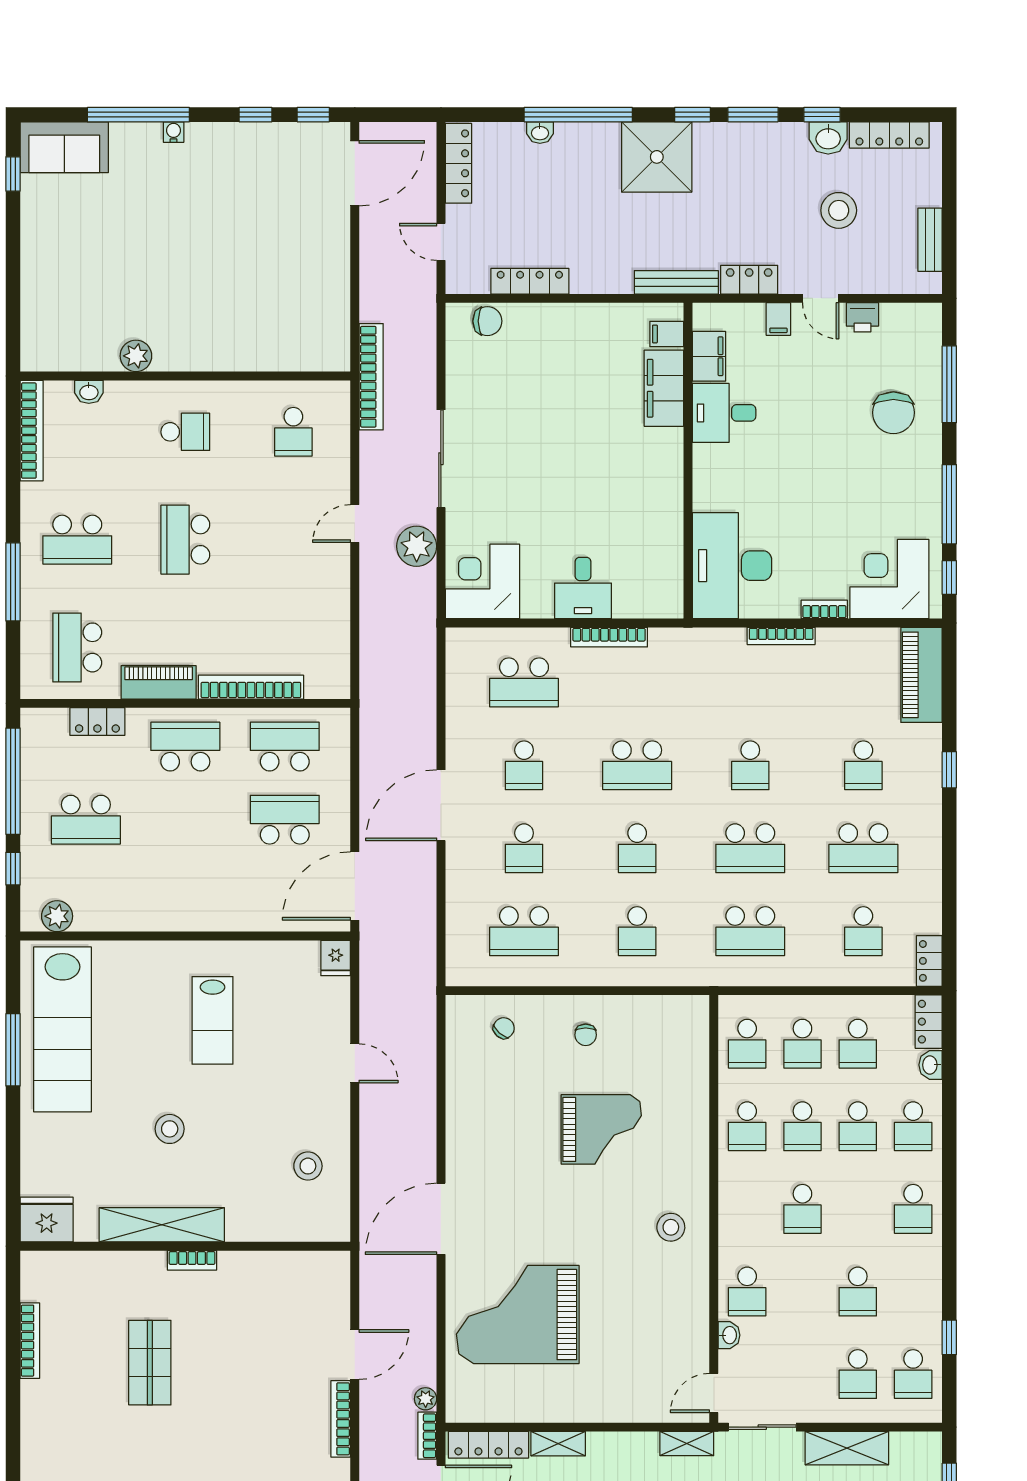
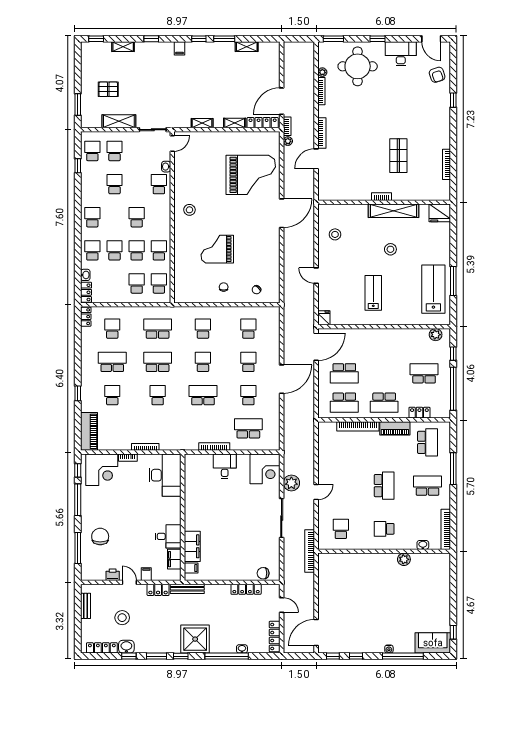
school desk: (524, 931) -> (248, 329), width x0.54
lab bench: (62, 1029) -> (433, 289), width x0.73
school desk: (858, 1044) -> (114, 283), removed
shelving: (687, 1444) -> (202, 123), moved

